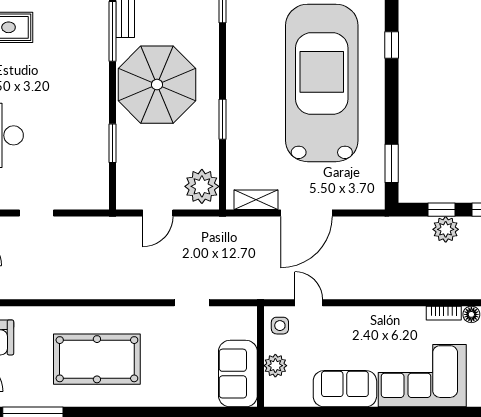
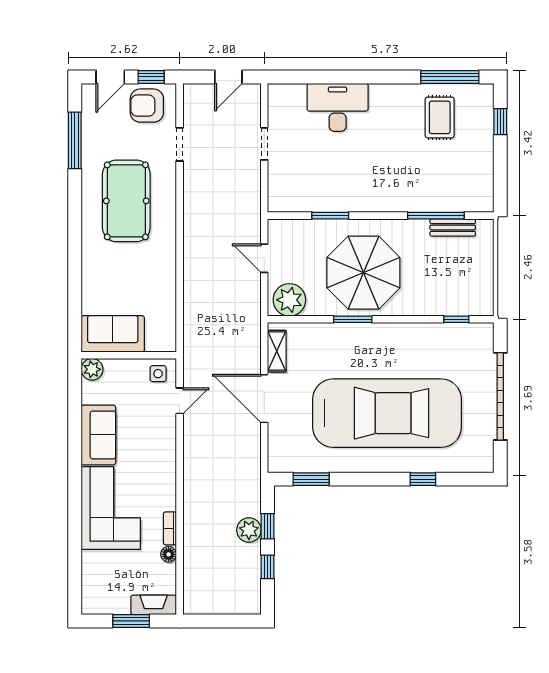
parasol: (157, 85) -> (363, 273), moved
doorway: (192, 303) -> (180, 144), moved
plant: (275, 366) -> (92, 369), moved

